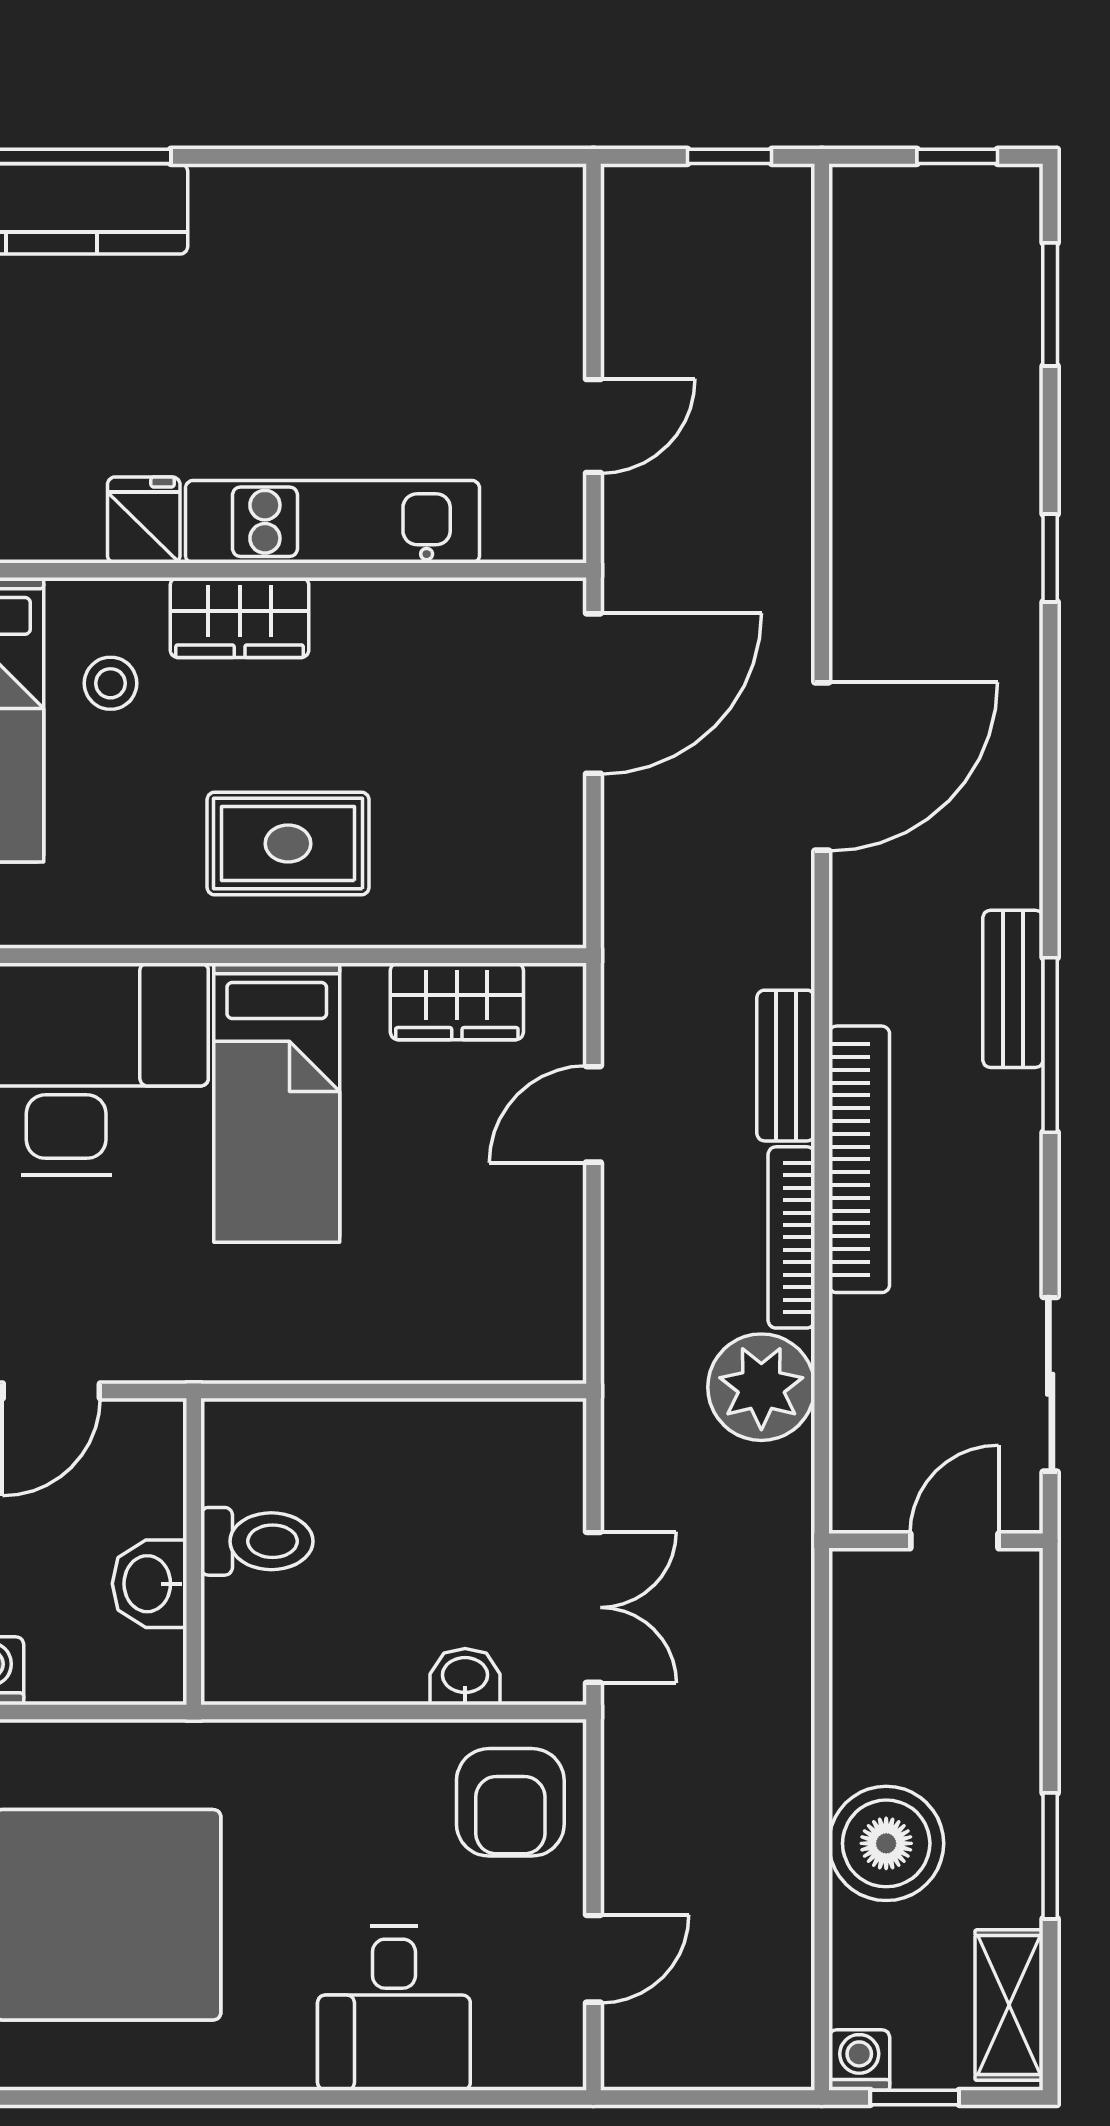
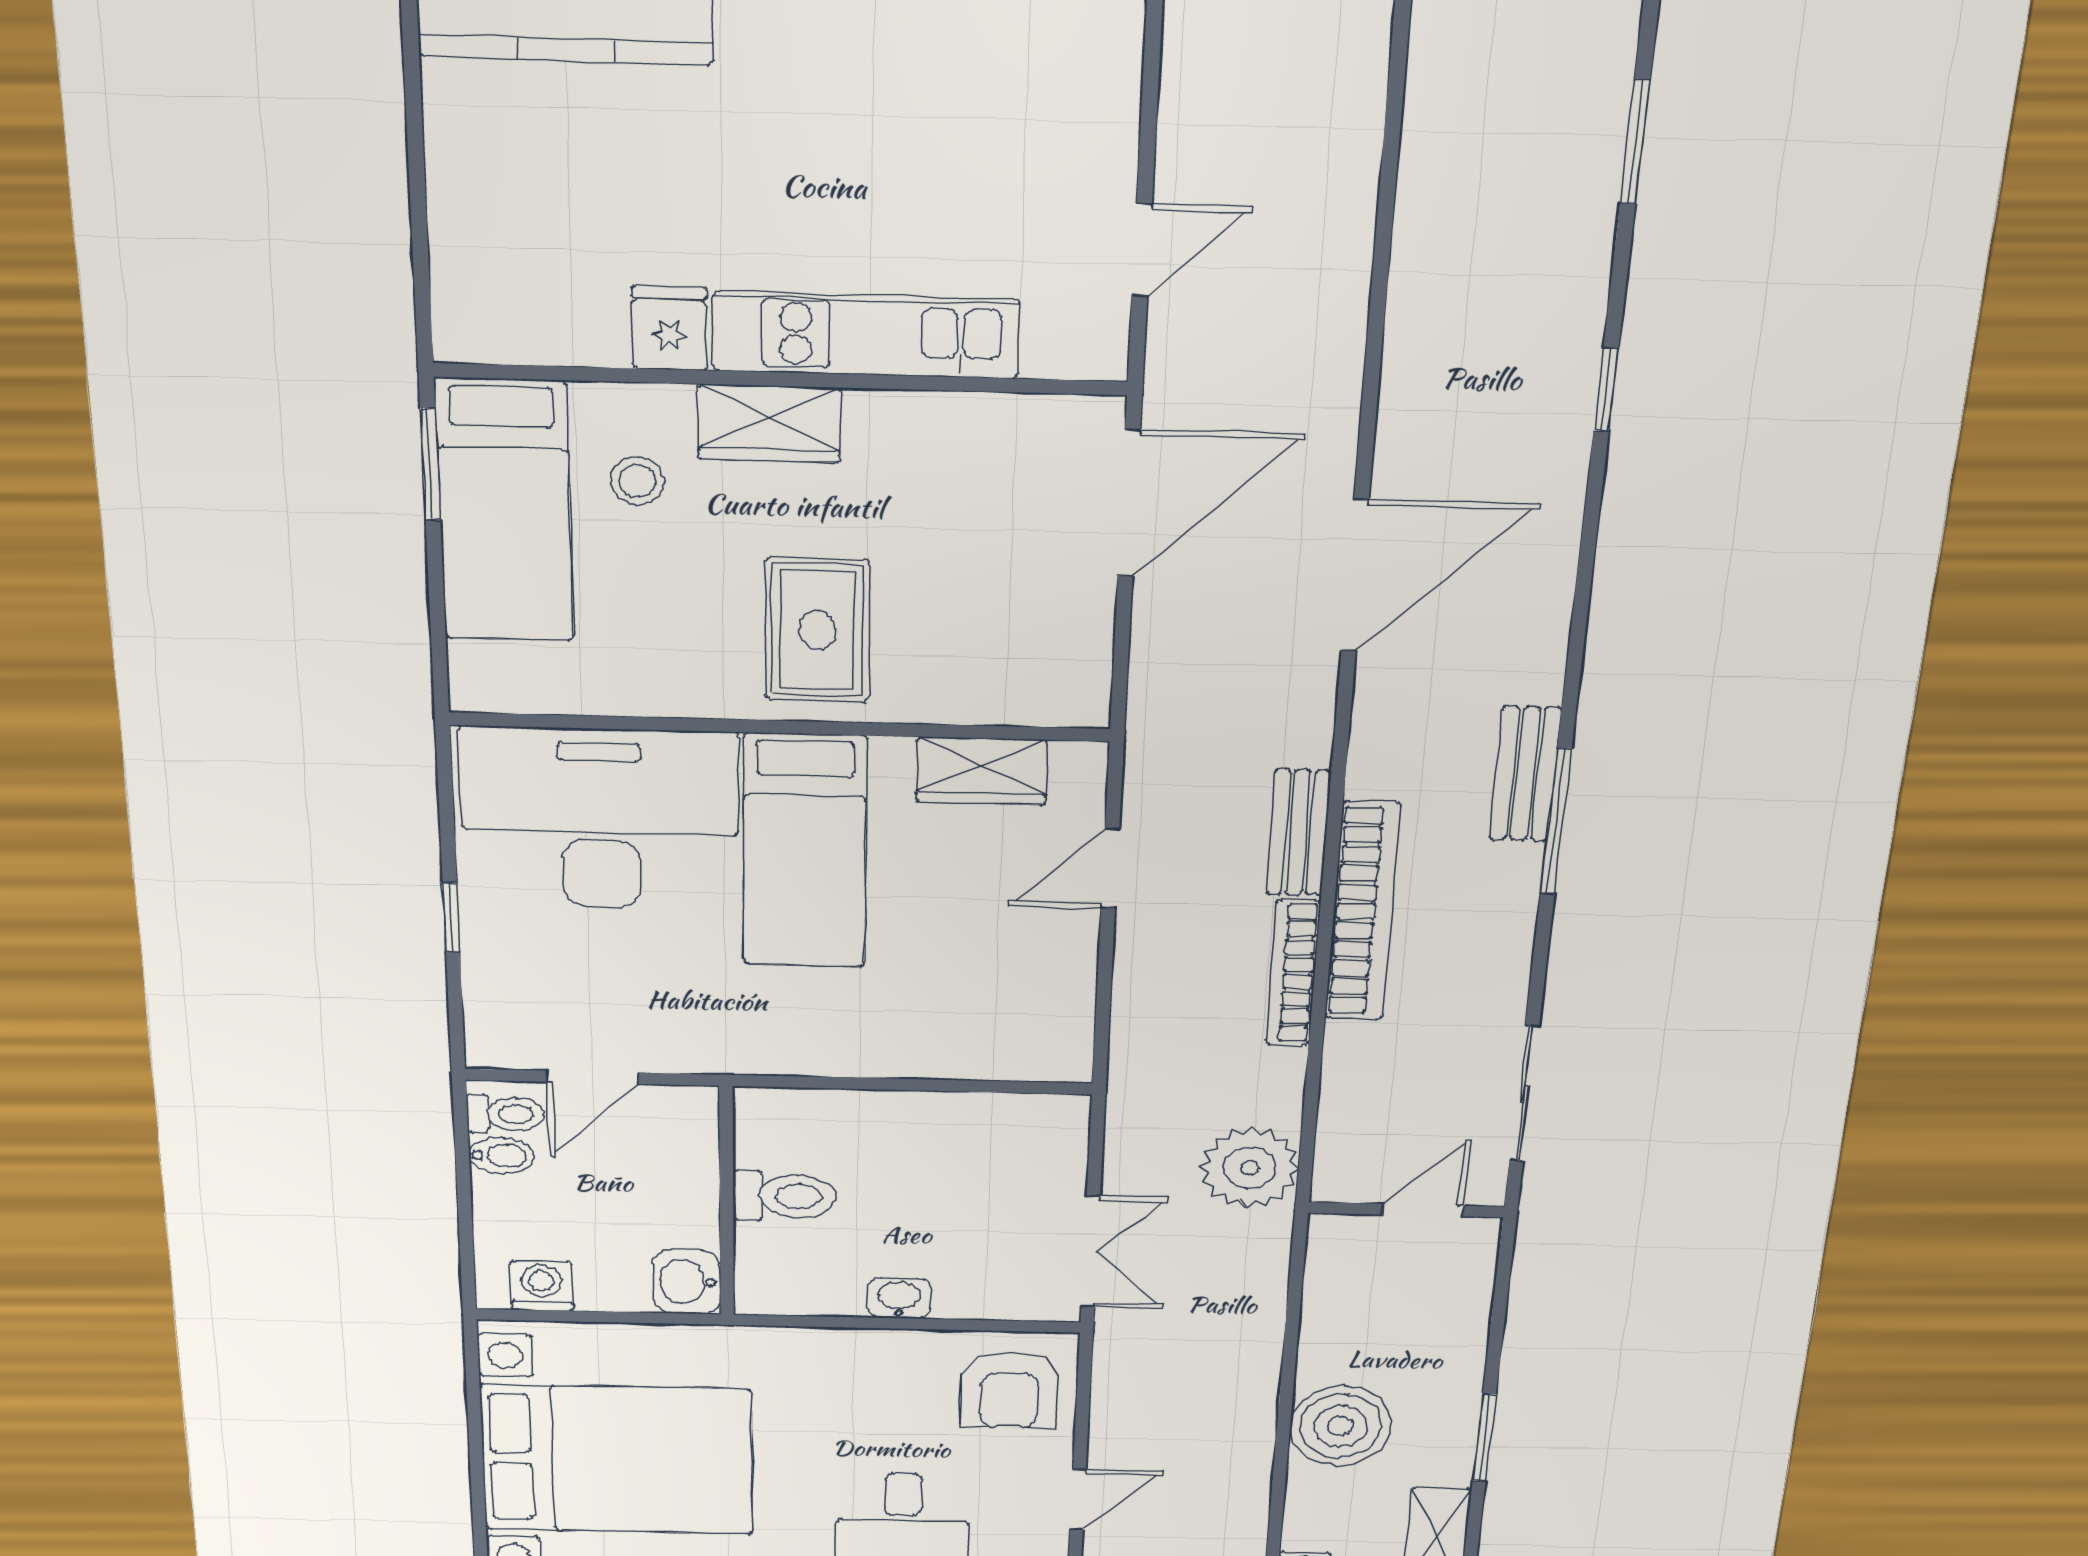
rug: (288, 844) -> (817, 630), turned 90
plant: (761, 1387) -> (1250, 1168), moved
washbasin: (149, 1584) -> (687, 1282), moved
washbasin: (465, 1677) -> (899, 1298), moved

